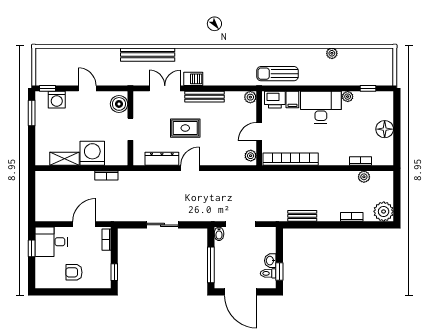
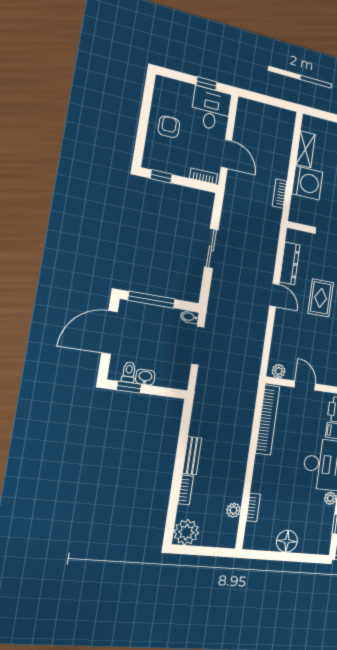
bench: (302, 216) -> (192, 456), moved

